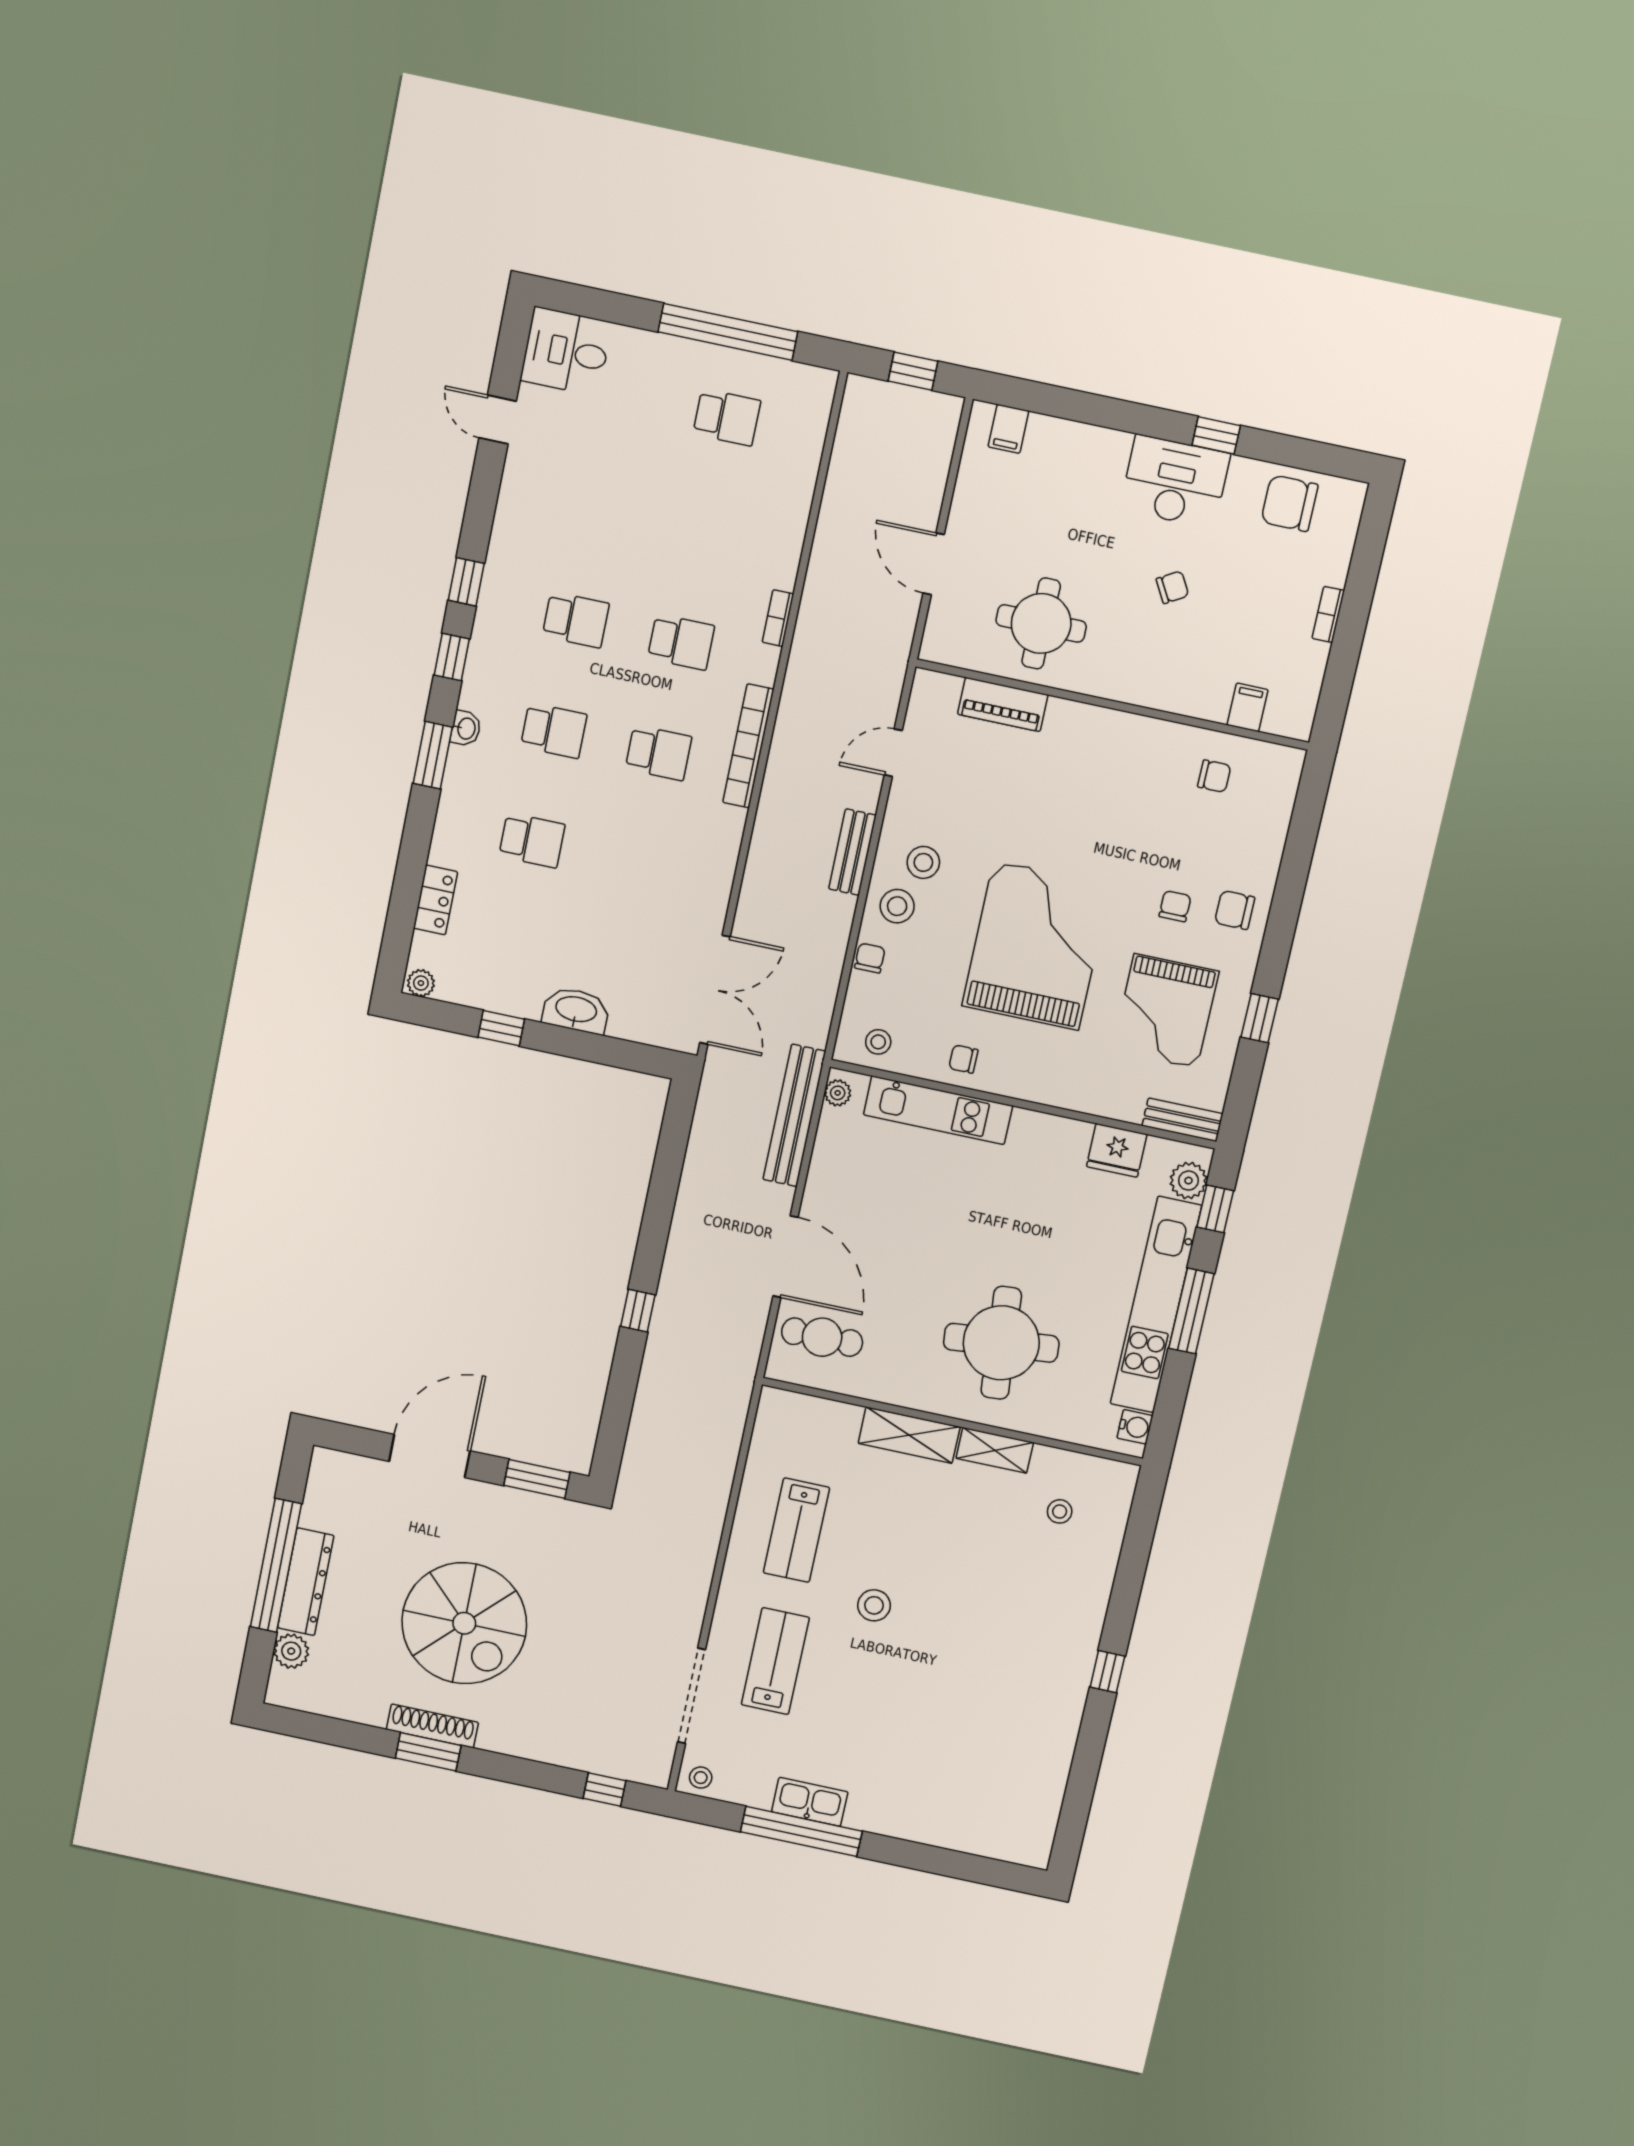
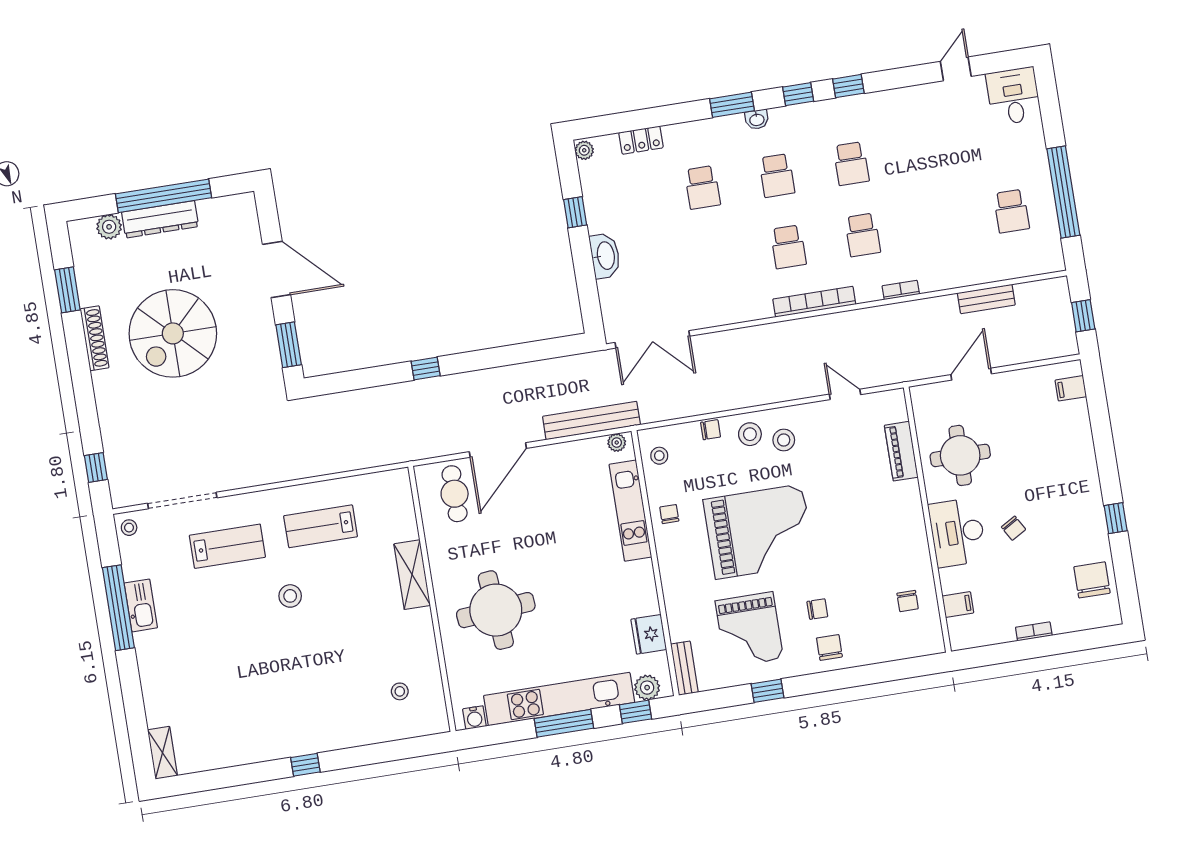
desk: (1175, 482) -> (957, 532), moved, turned 180
bench: (852, 852) -> (986, 299), moved
grand piano: (1166, 1011) -> (749, 630), turned -90
shelving: (995, 1450) -> (163, 753), moved
window: (428, 1752) -> (67, 290), moved

